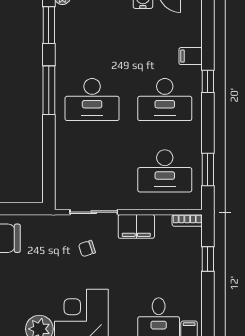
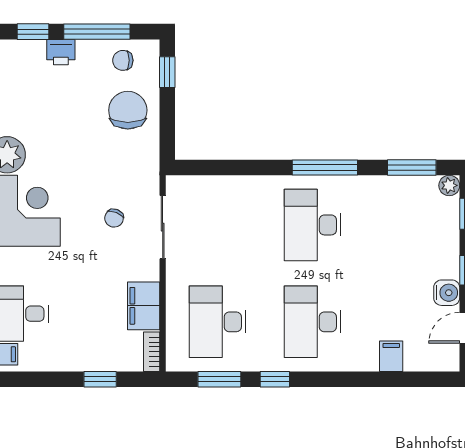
filing cabinet: (191, 56) -> (391, 356), moved
window: (208, 81) -> (275, 379), moved
filing cabinet: (136, 226) -> (144, 306), moved
chair: (87, 249) -> (114, 218), turned -140

